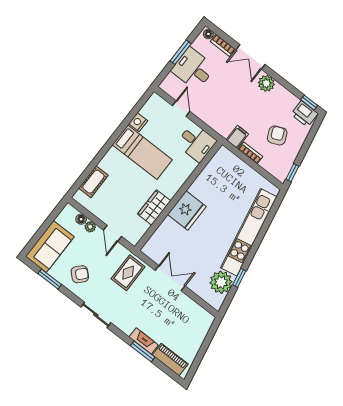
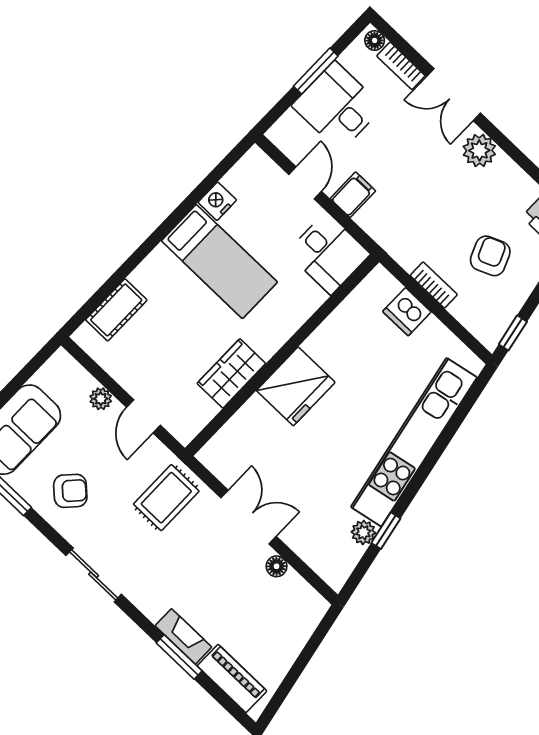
filing cabinet: (237, 137) -> (353, 195), moved
dishwasher: (238, 168) -> (407, 312), added
floor lamp: (81, 219) -> (277, 566), moved
plant: (221, 282) -> (363, 532), width x0.53, depth x0.53

